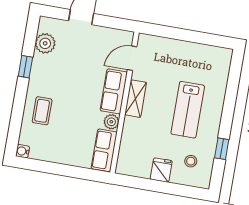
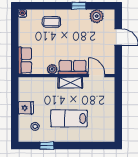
row of seats: (104, 150) -> (25, 60), moved, turned 90

